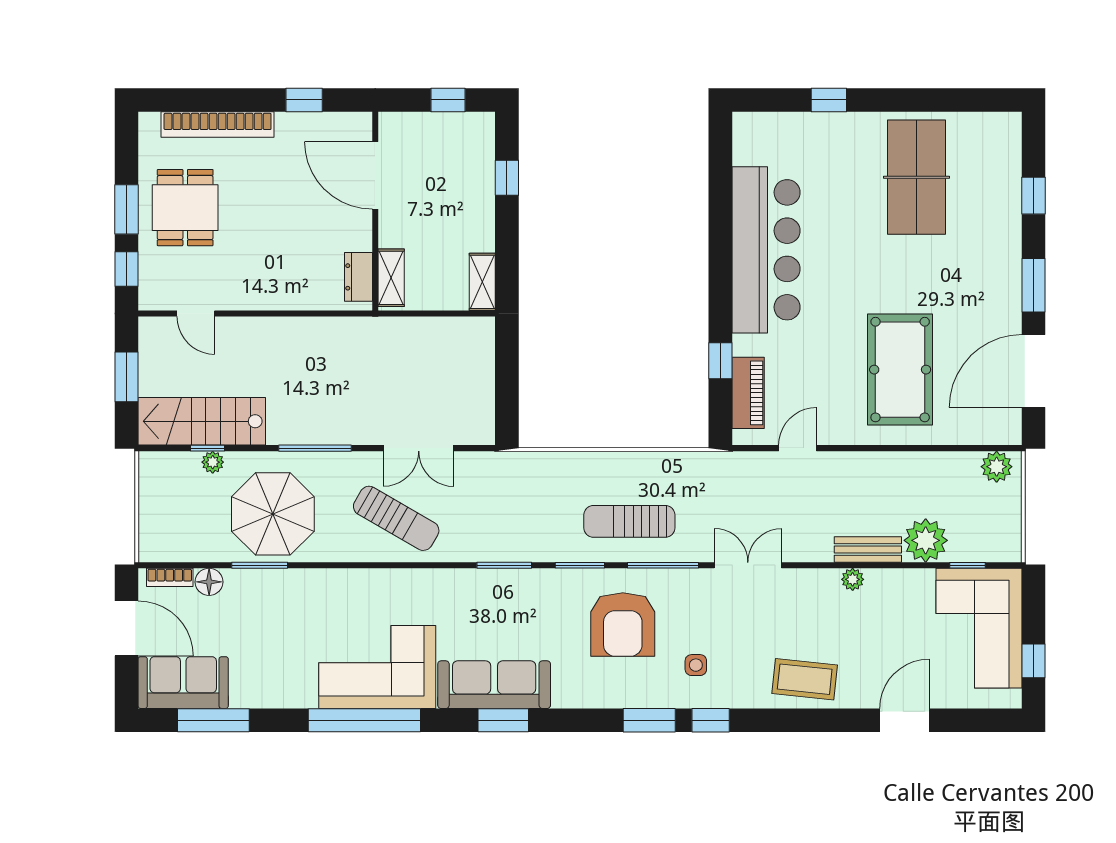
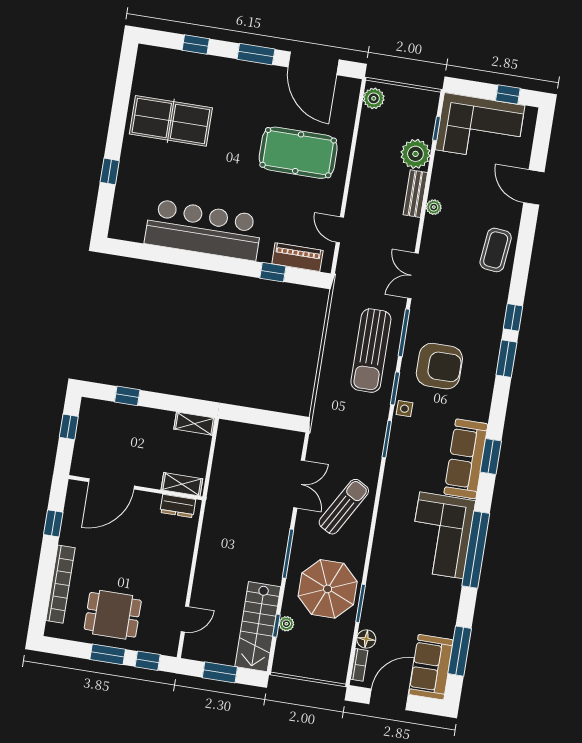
sun lounger: (629, 521) -> (371, 351), width x1.36, depth x1.34
side table: (696, 665) -> (404, 409), moved

